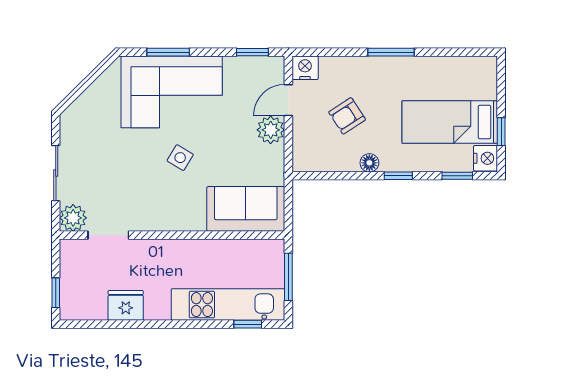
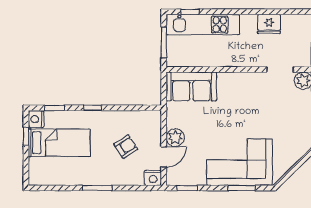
side table: (180, 158) -> (234, 120), removed
floor lamp: (369, 163) -> (111, 116), removed

